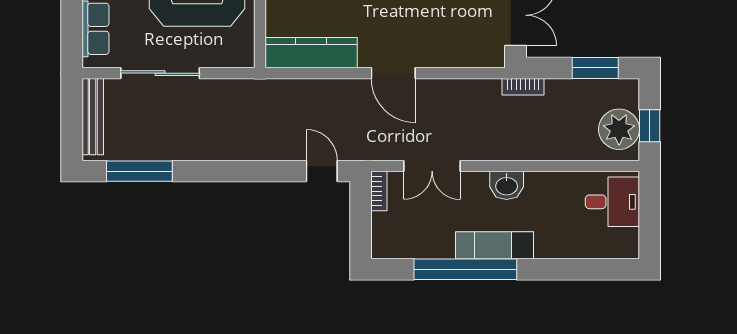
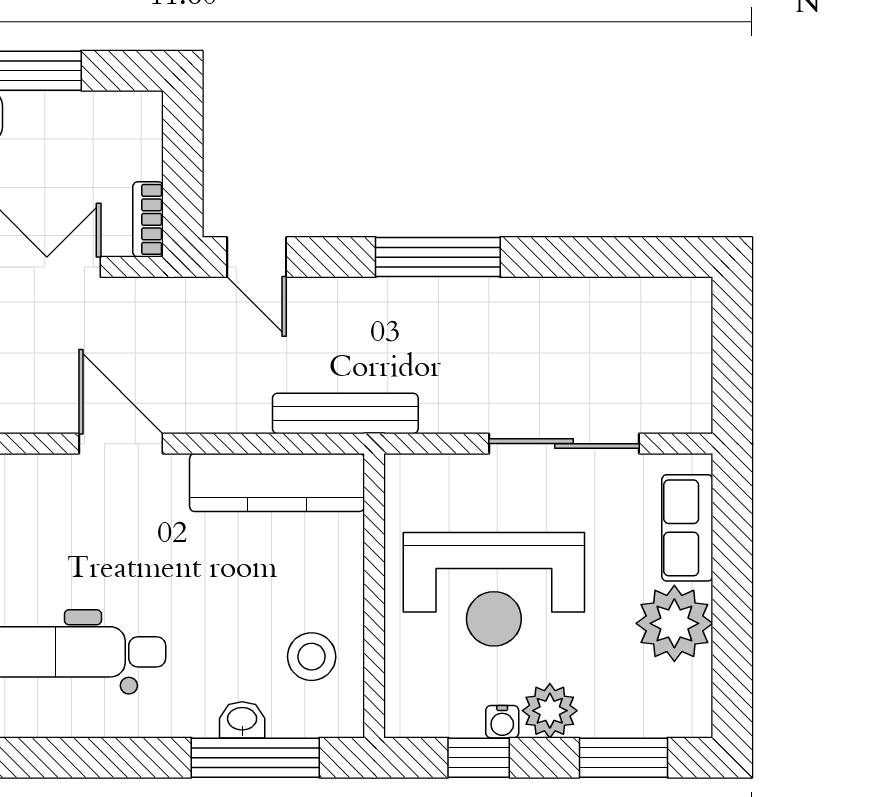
bench: (93, 117) -> (345, 413), moved, turned 90
window: (139, 171) -> (438, 257), moved

